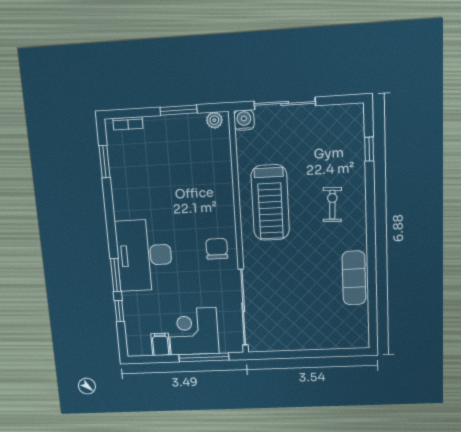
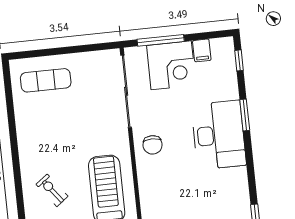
exercise bike: (332, 205) -> (52, 190), turned 141
exercise mat: (354, 278) -> (46, 80), moved, turned 90
window: (119, 311) -> (239, 60), moved

